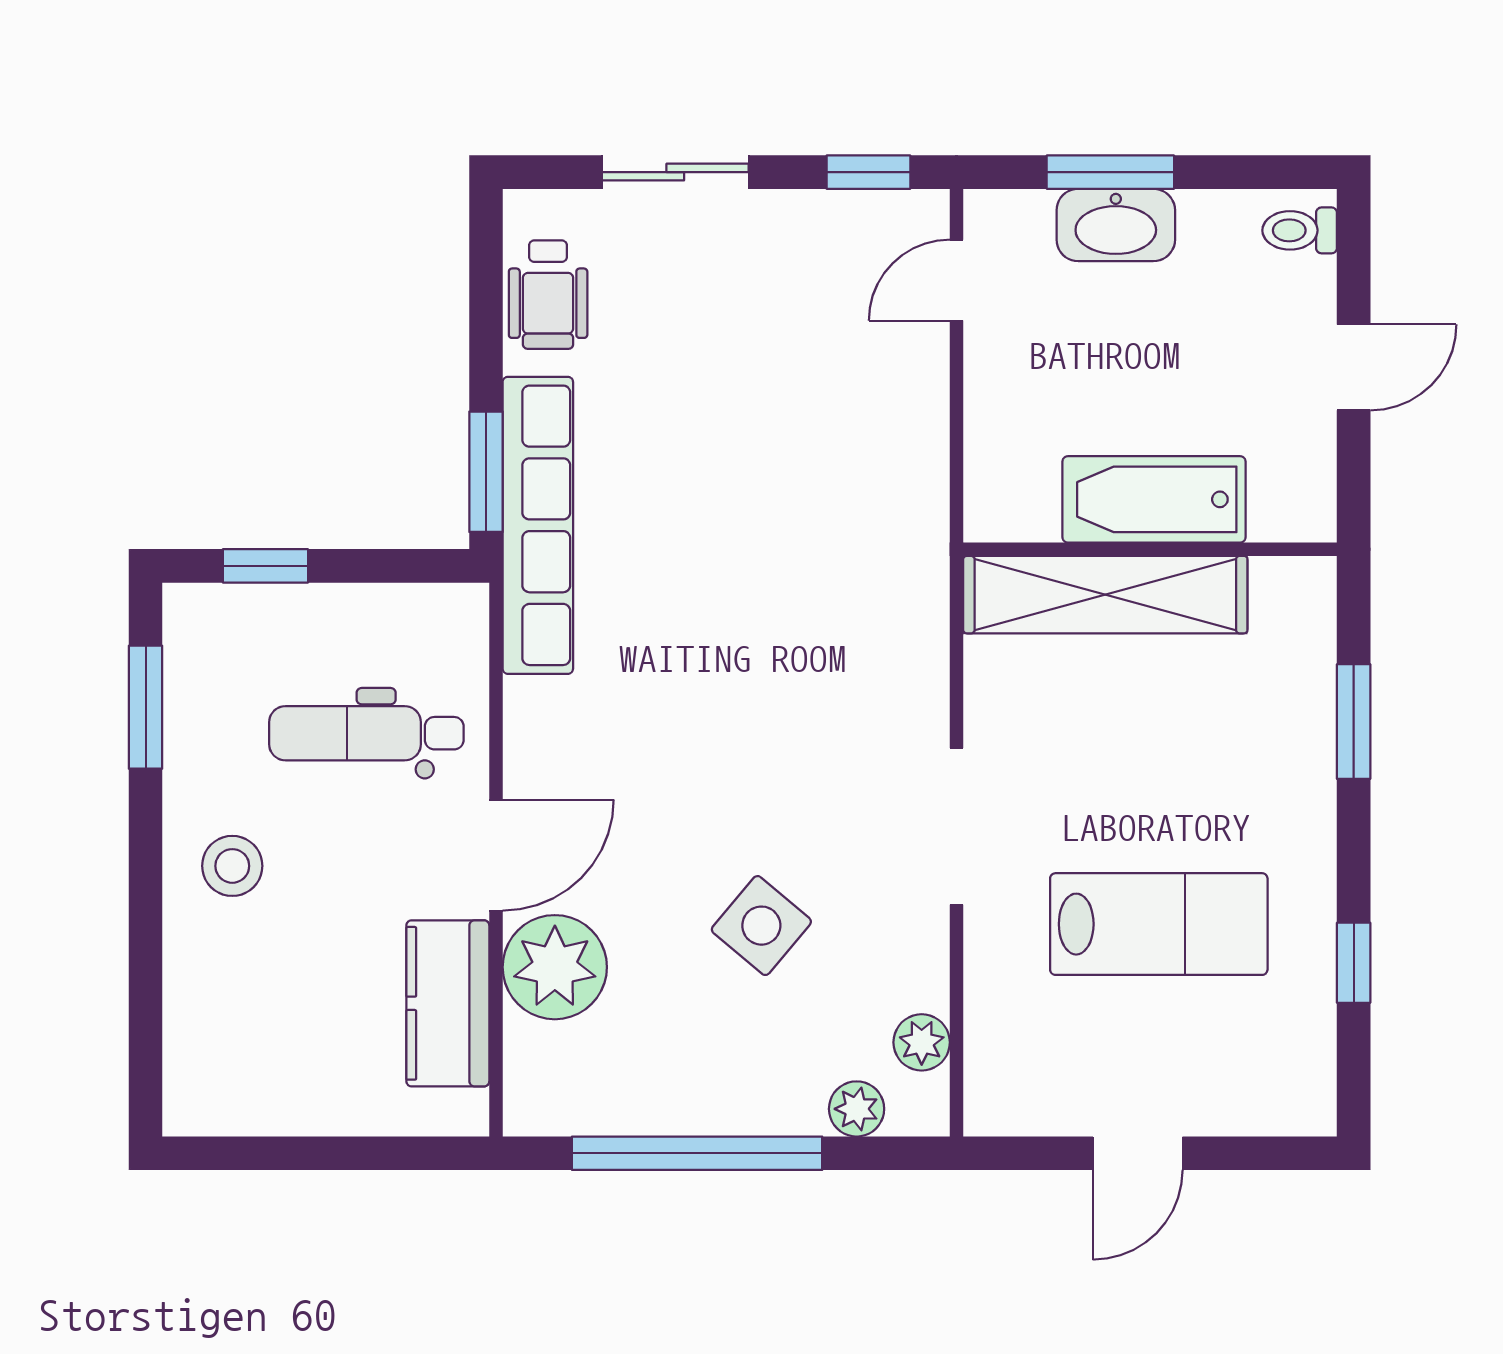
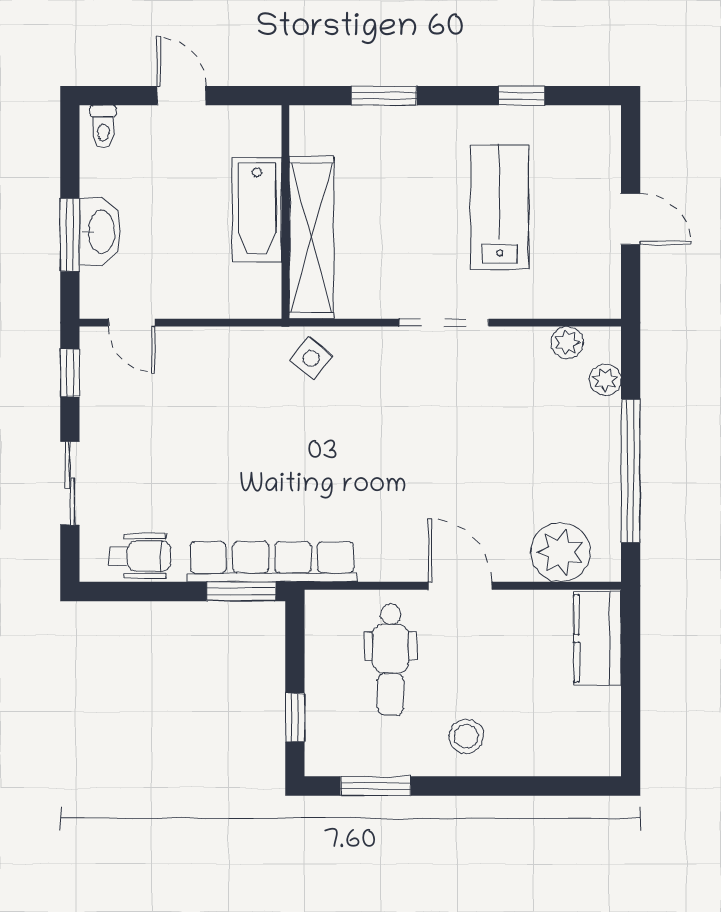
side table: (761, 926) -> (311, 358), moved, width x0.73, depth x0.73
plant: (555, 967) -> (561, 552), moved
kitchen counter: (448, 1003) -> (597, 638), moved, turned 90

